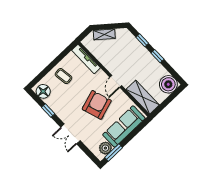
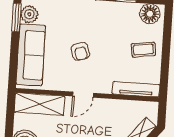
door: (116, 81) -> (83, 95), swing flipped
armchair: (97, 105) -> (80, 51), width x0.53, depth x0.53

